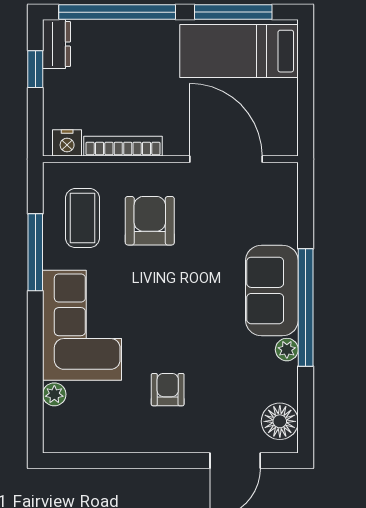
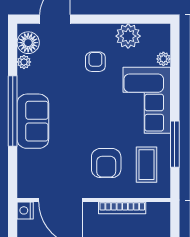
nightstand: (67, 143) -> (25, 210), moved, turned -90
plant: (287, 350) -> (24, 62), moved
armchair: (168, 390) -> (95, 62), turned 180
plant: (113, 432) -> (128, 36), added

